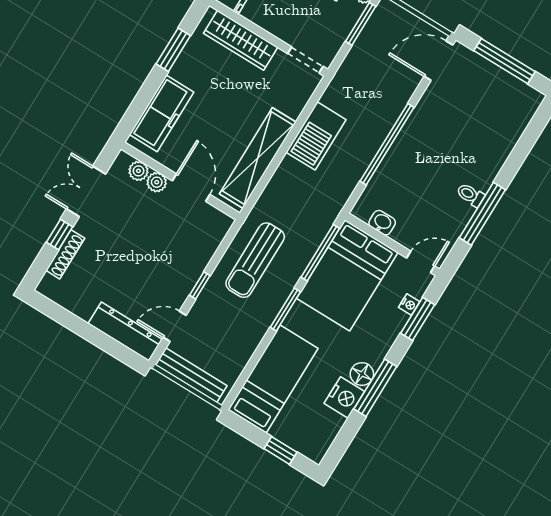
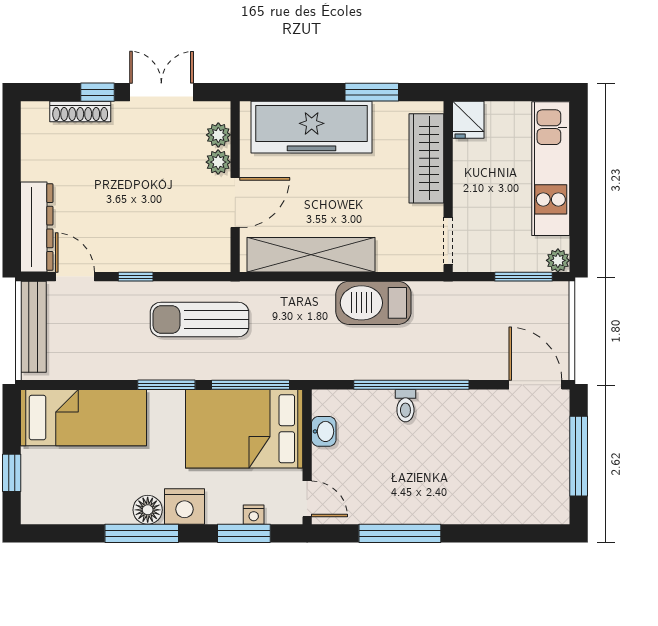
freezer: (162, 113) -> (312, 127), width x1.36, depth x1.26
toilet: (470, 195) -> (405, 406), moved, turned 180
nightstand: (344, 397) -> (185, 506), moved

